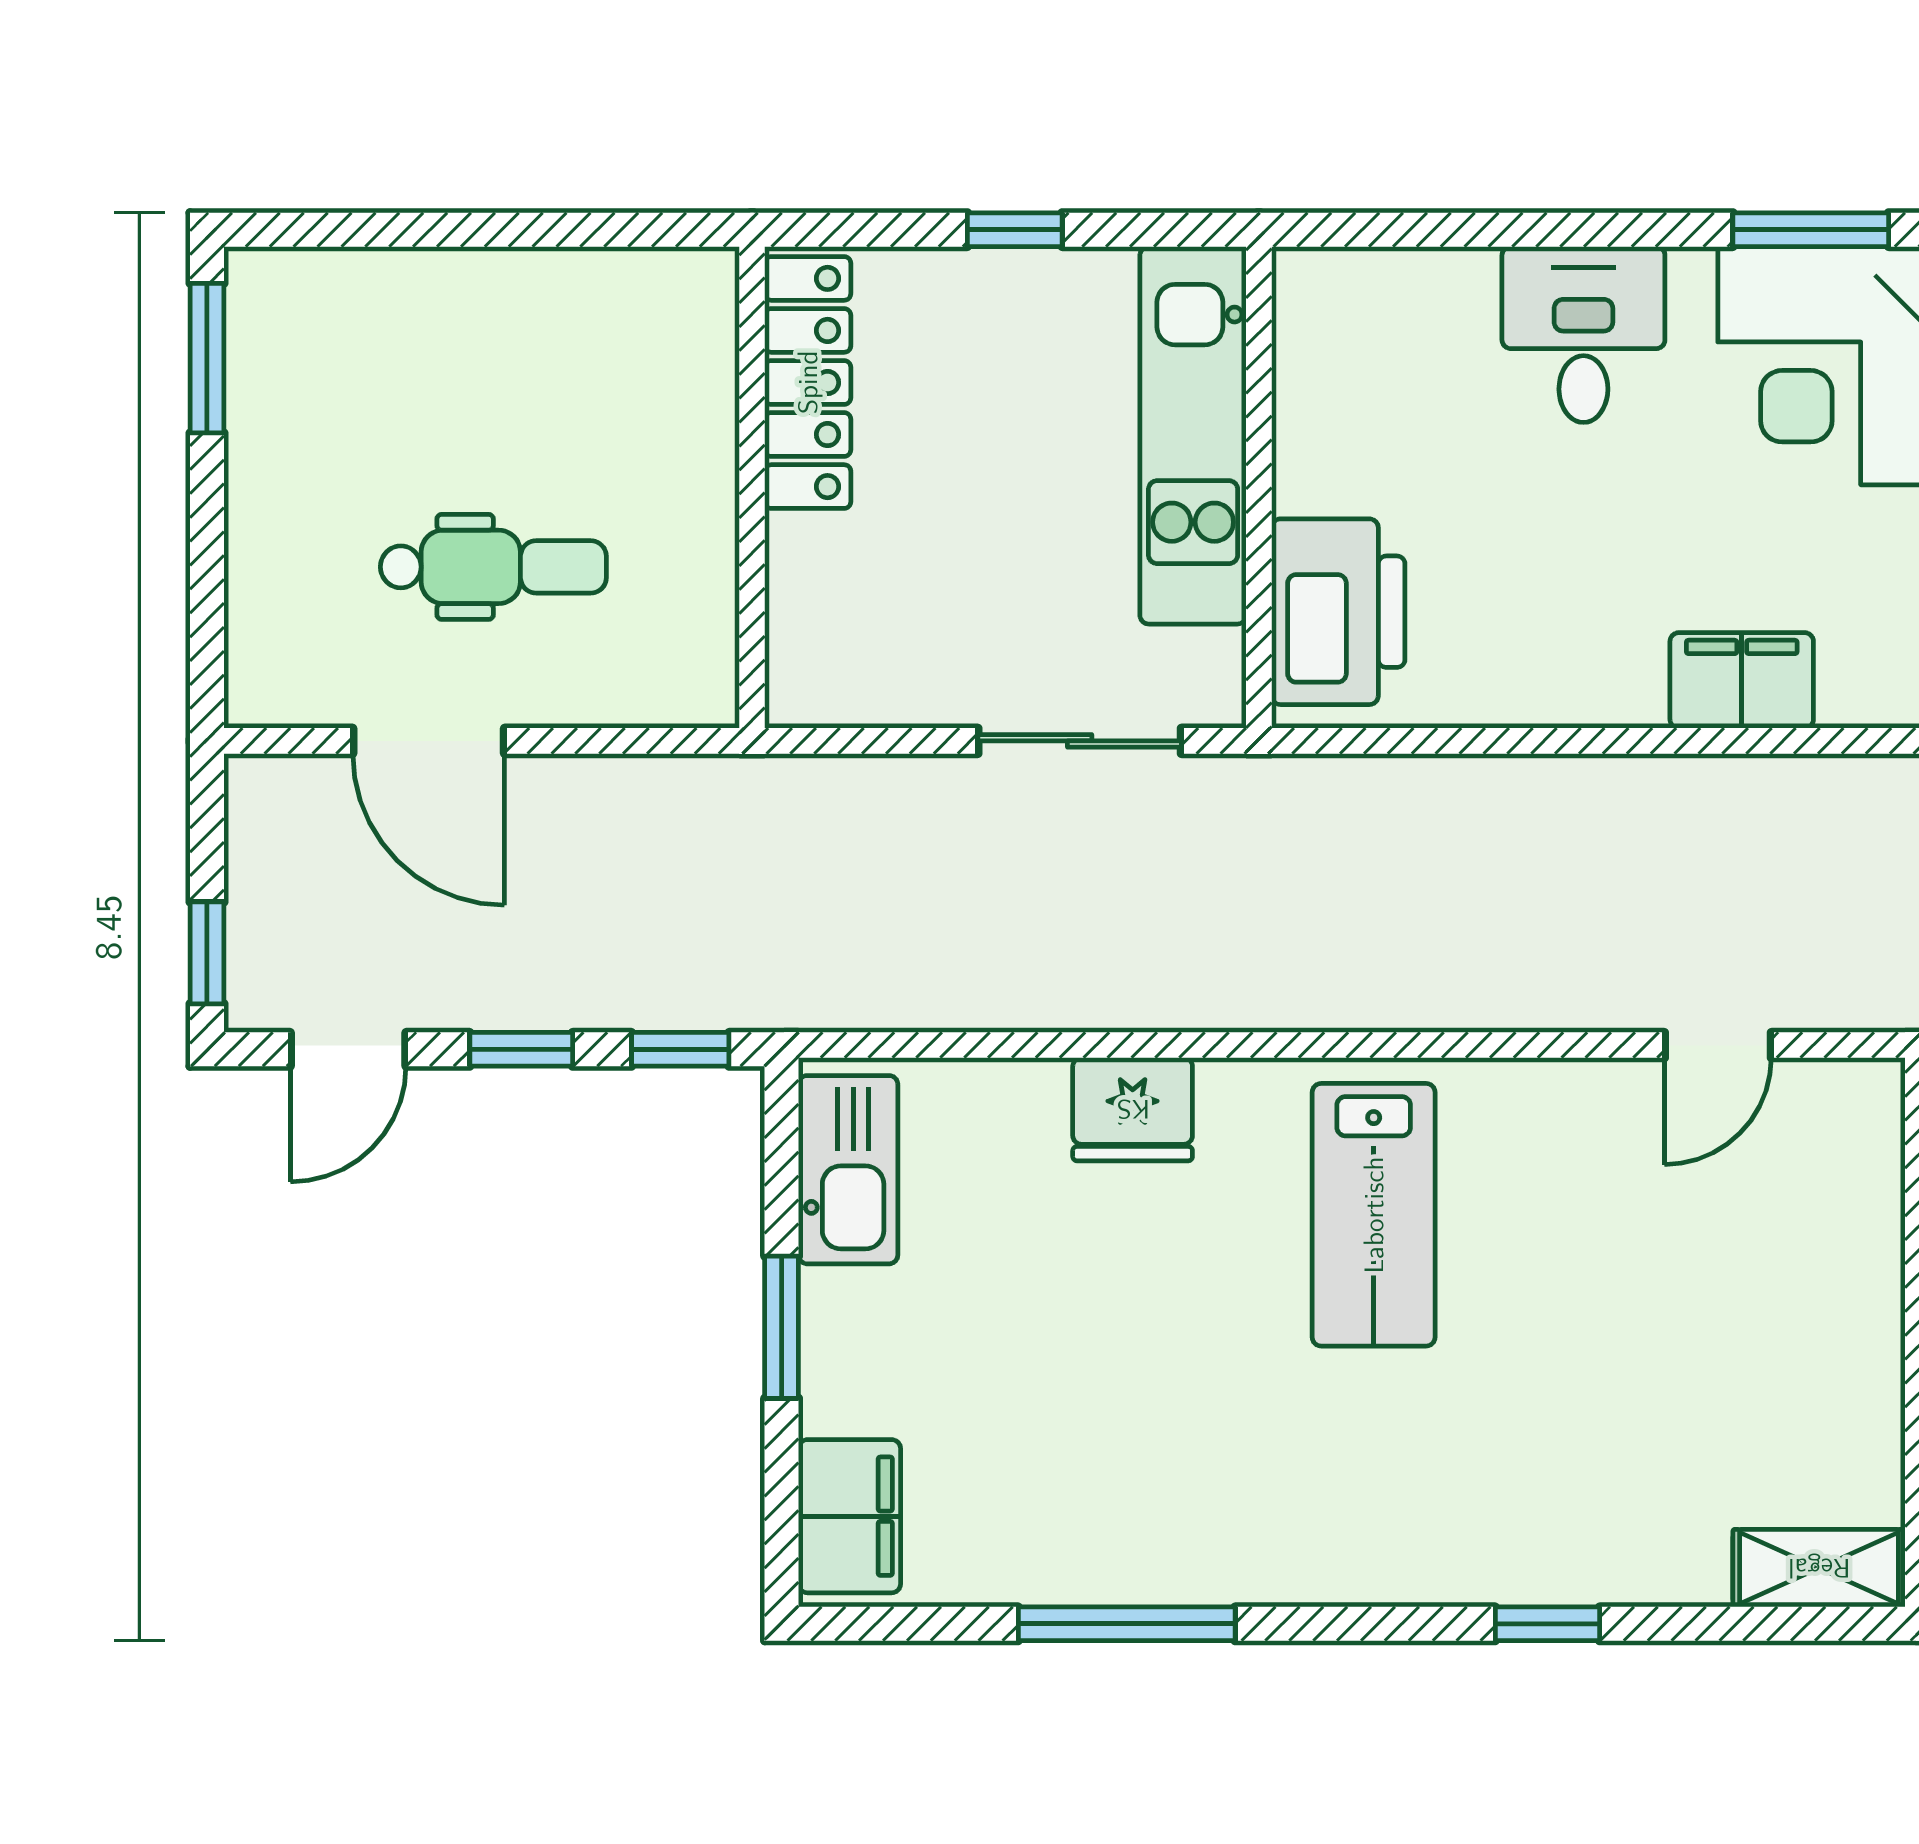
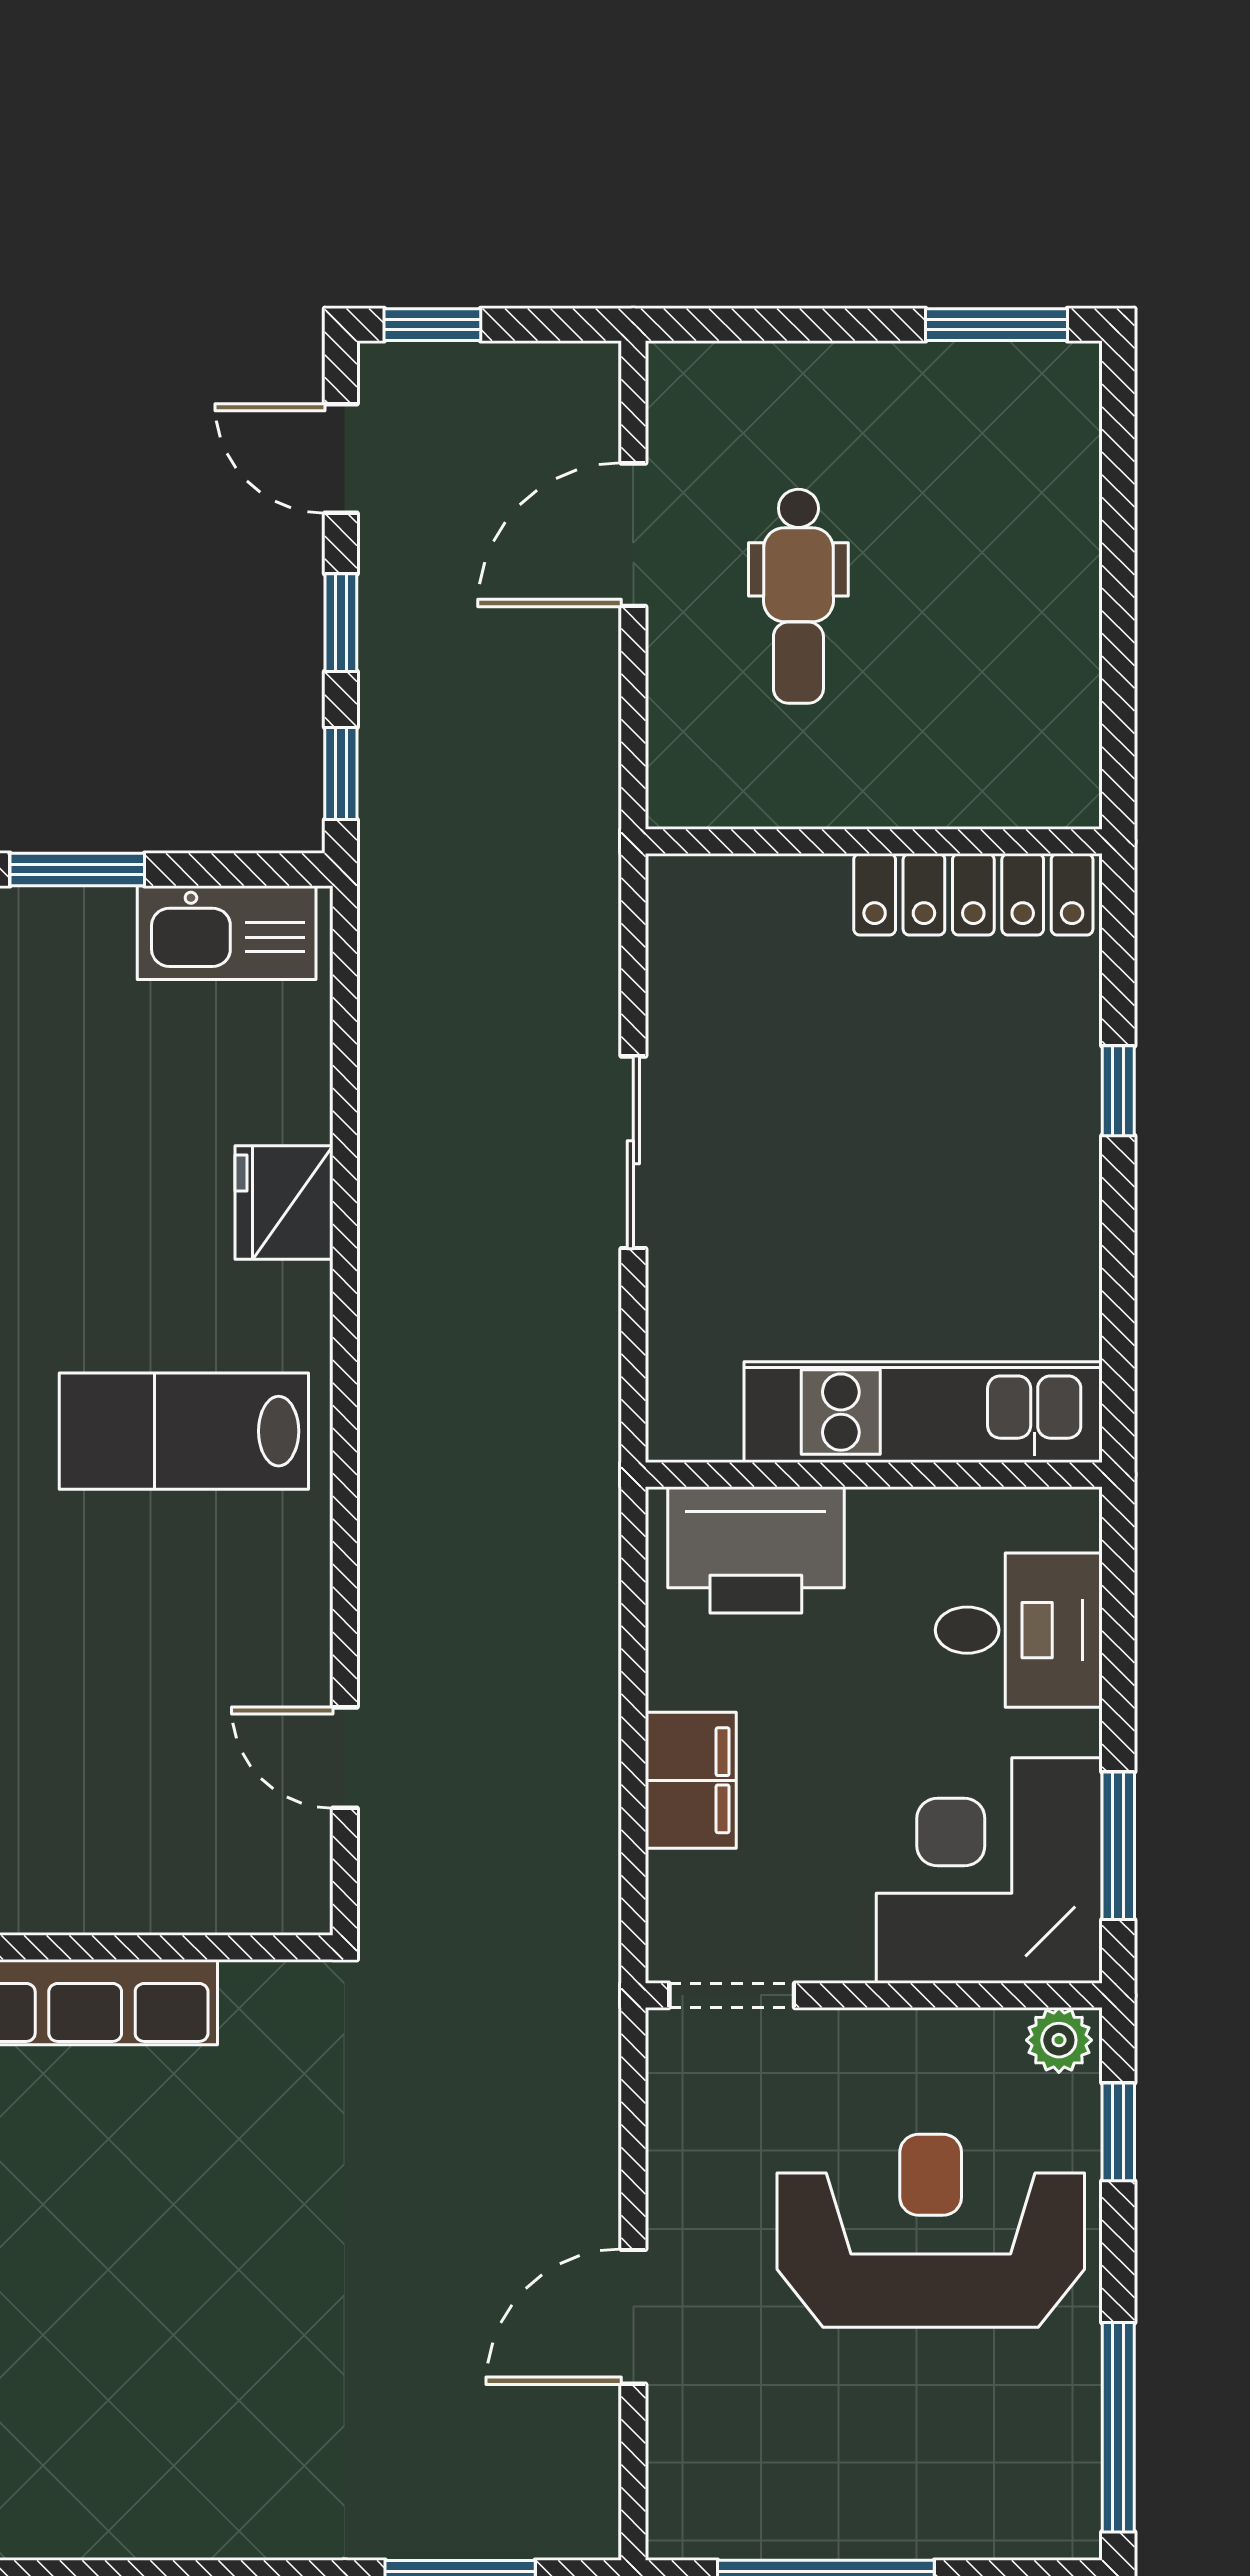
kitchen unit: (1193, 435) -> (923, 1412), moved
wall: (1259, 487) -> (874, 1475), moved
printer: (1338, 612) -> (756, 1550), moved

